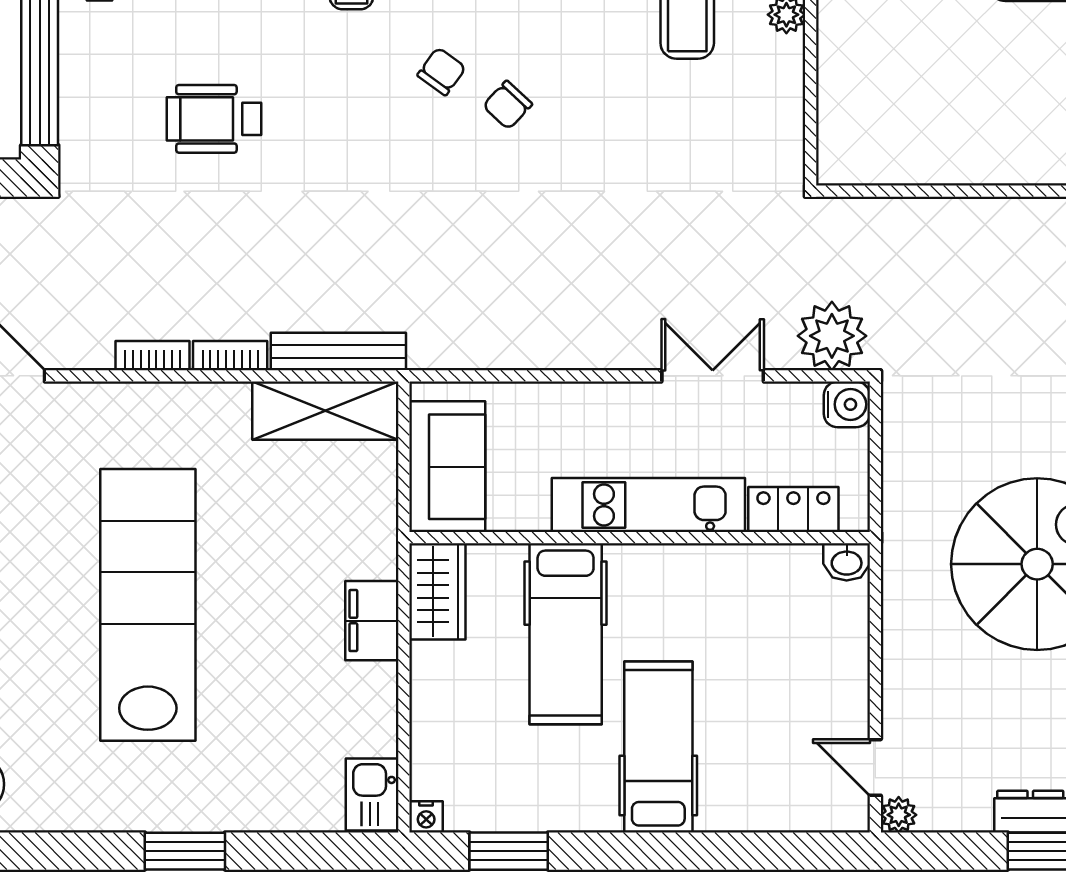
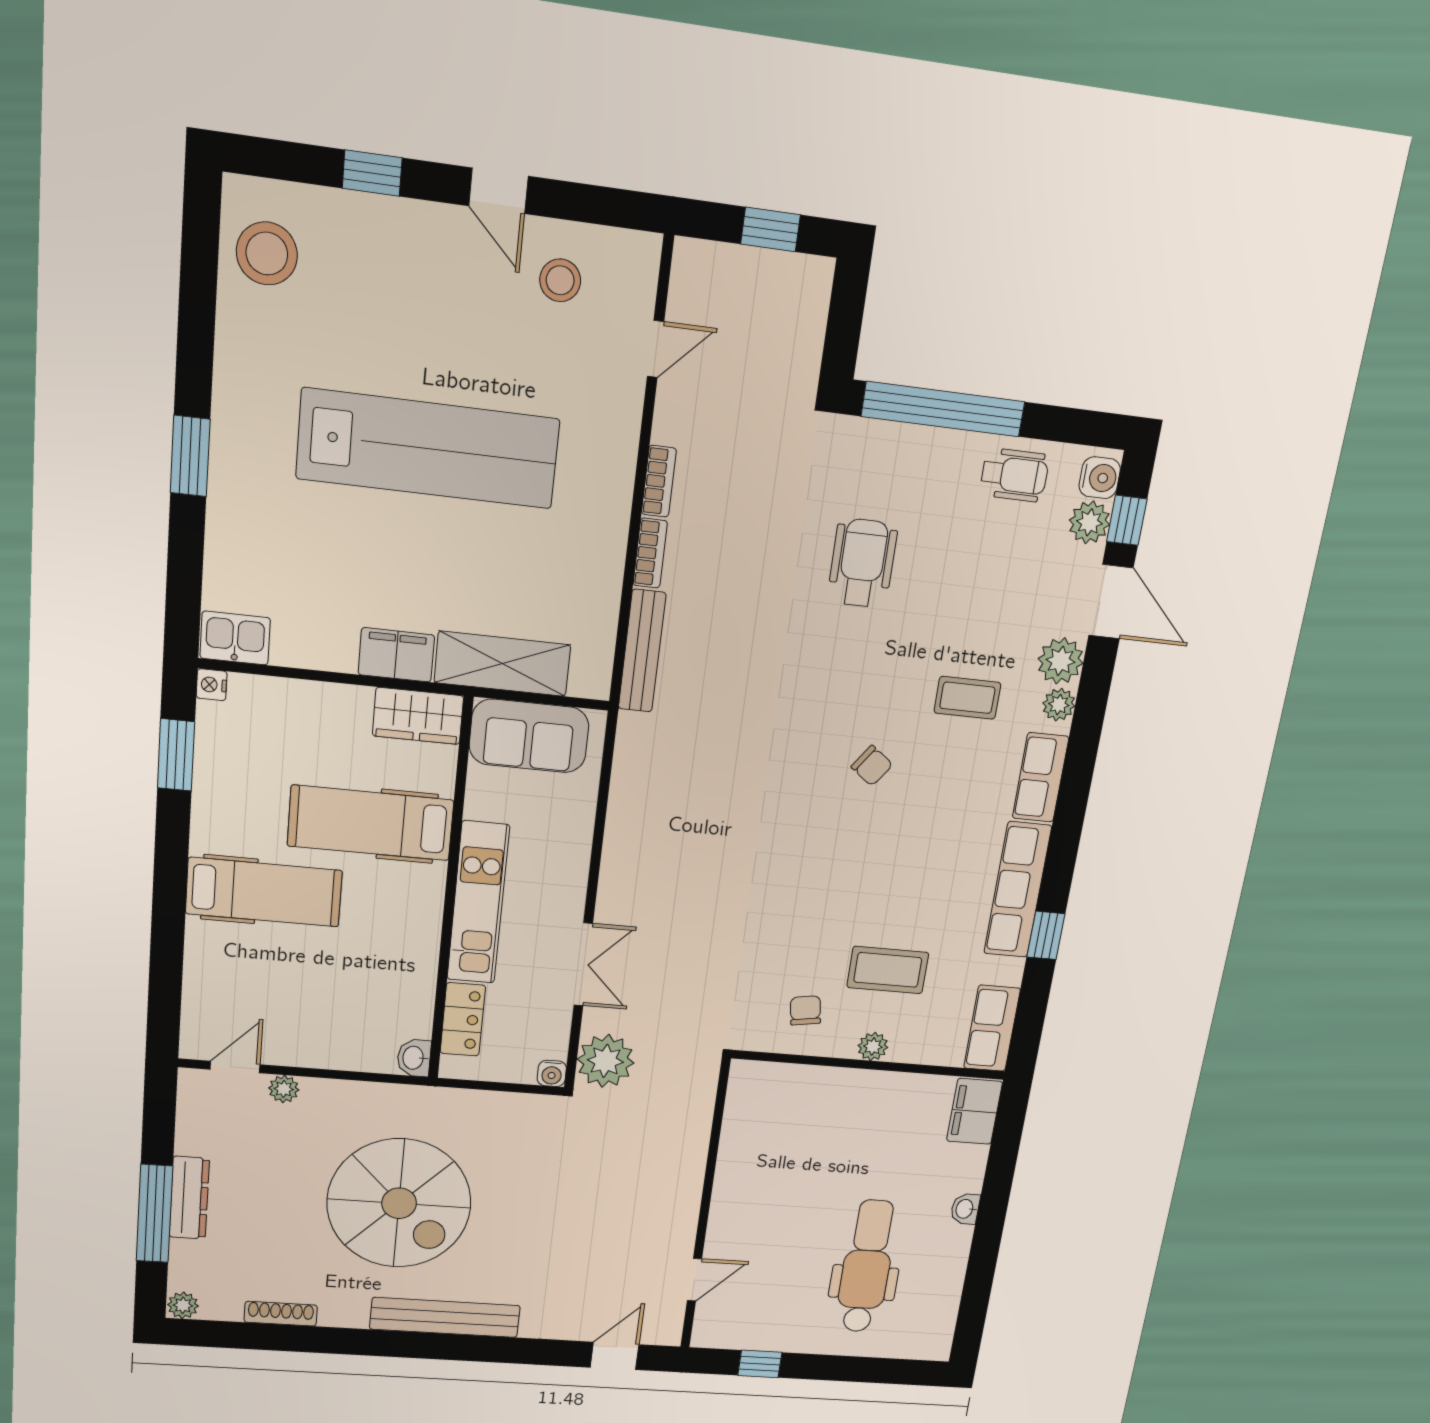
chair: (508, 105) -> (805, 1010), moved, turned 38
water cooler: (847, 404) -> (552, 1073), width x0.72, depth x0.72
shelving: (325, 411) -> (502, 664), moved, turned 90
plant: (899, 815) -> (284, 1089), moved

